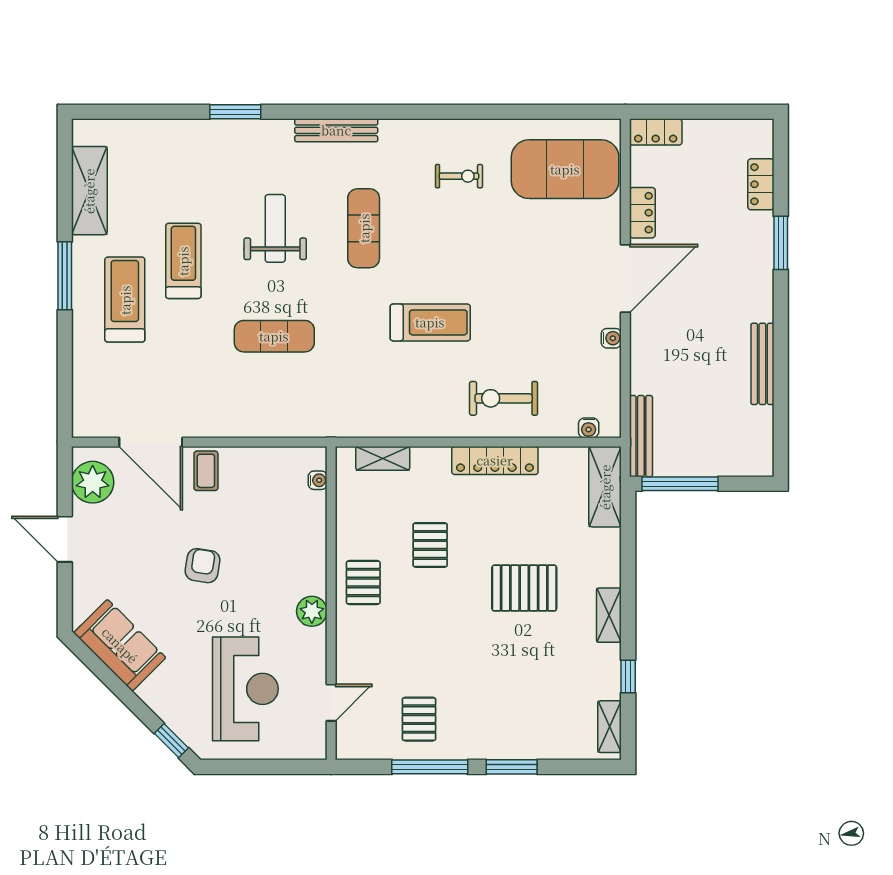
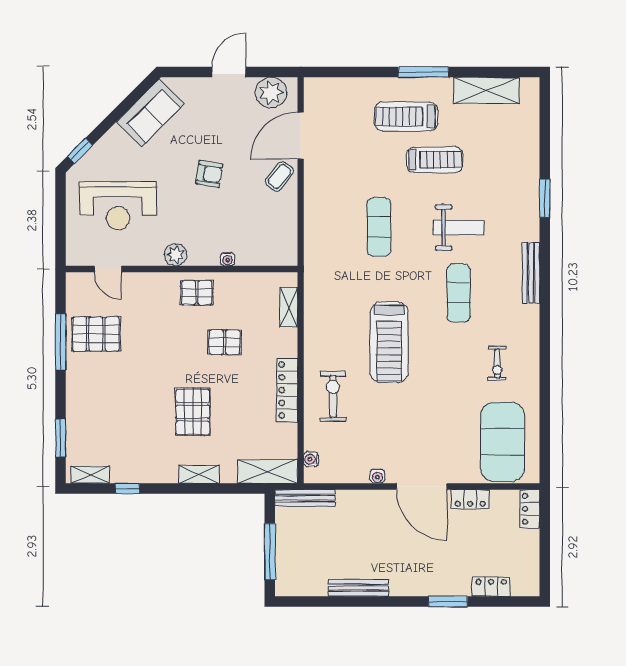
exercise mat: (364, 228) -> (459, 293), turned 90
treadmill: (125, 300) -> (406, 116), turned 180
treadmill: (430, 322) -> (389, 342), width x1.37, depth x1.38
coffee table: (206, 471) -> (279, 176), turned -52
water cooler: (318, 480) -> (228, 259), moved
window: (680, 484) -> (270, 552), moved
shelving: (609, 615) -> (199, 474), moved
pallet: (419, 719) -> (96, 334), width x1.50, depth x1.42
window: (512, 767) -> (61, 438), moved

